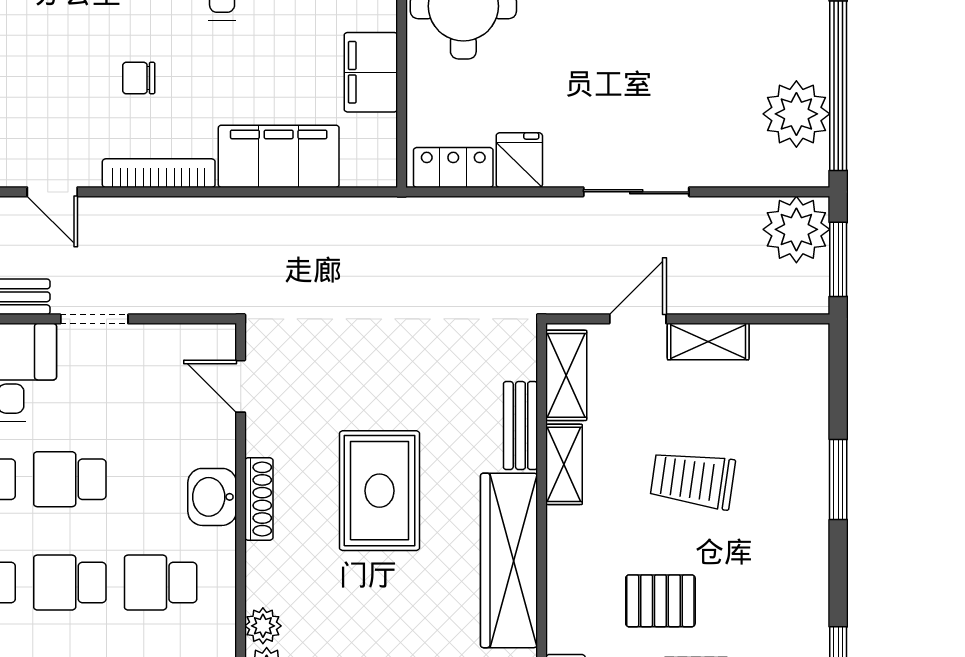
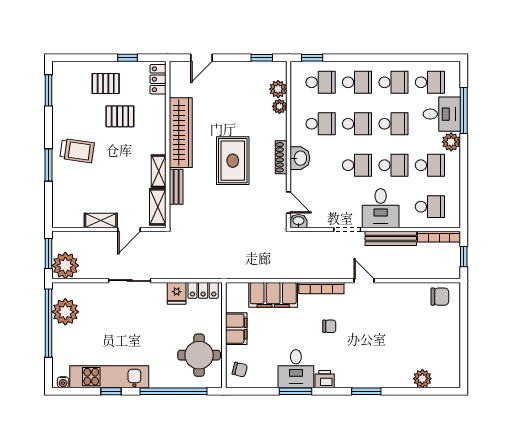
washbasin: (216, 340) -> (298, 221), added
trolley: (693, 480) -> (77, 151), moved

